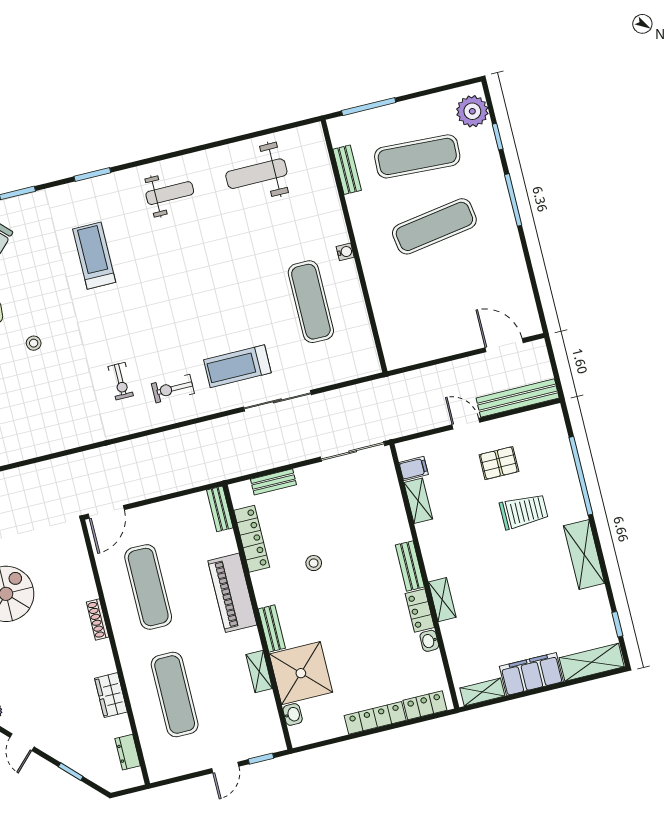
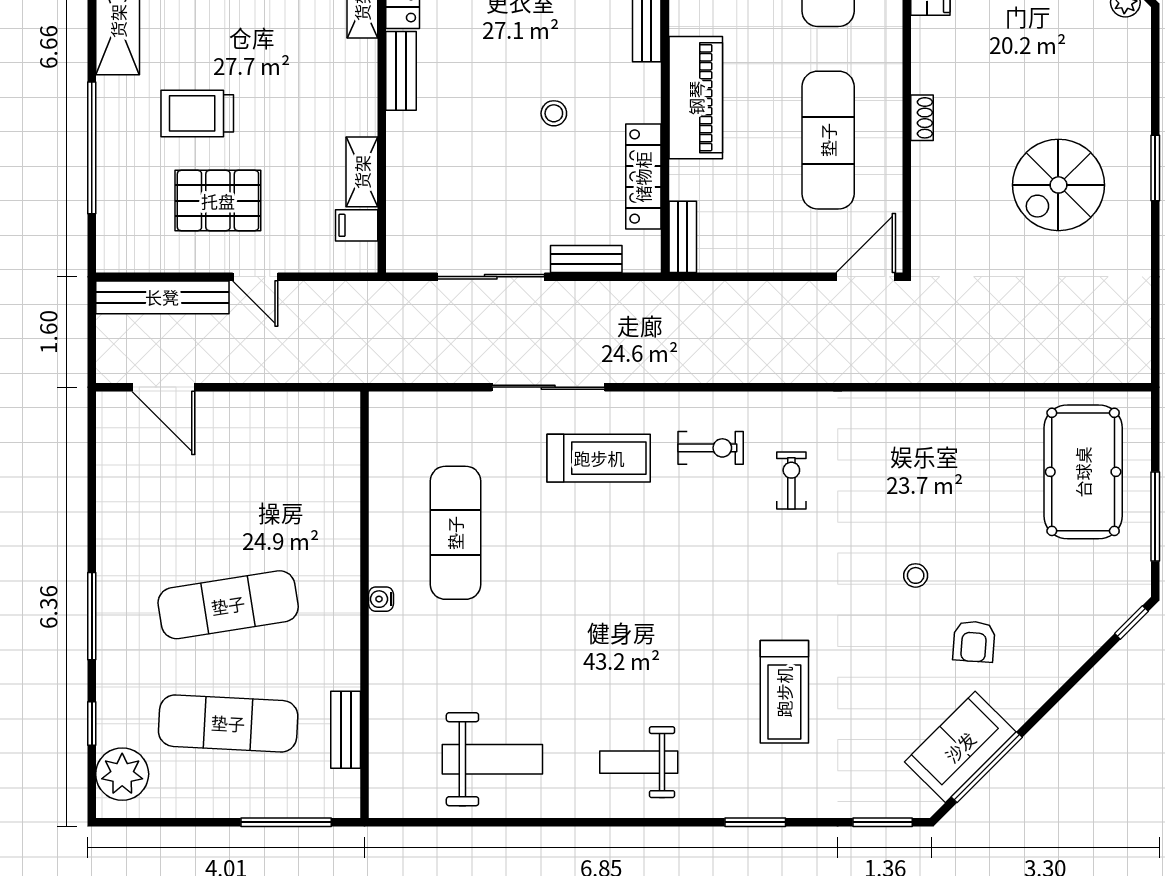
sliding door: (353, 451) -> (491, 277), moved
pallet: (499, 463) -> (218, 201), width x1.50, depth x1.42
shoe rack: (98, 619) -> (922, 118), width x0.70

